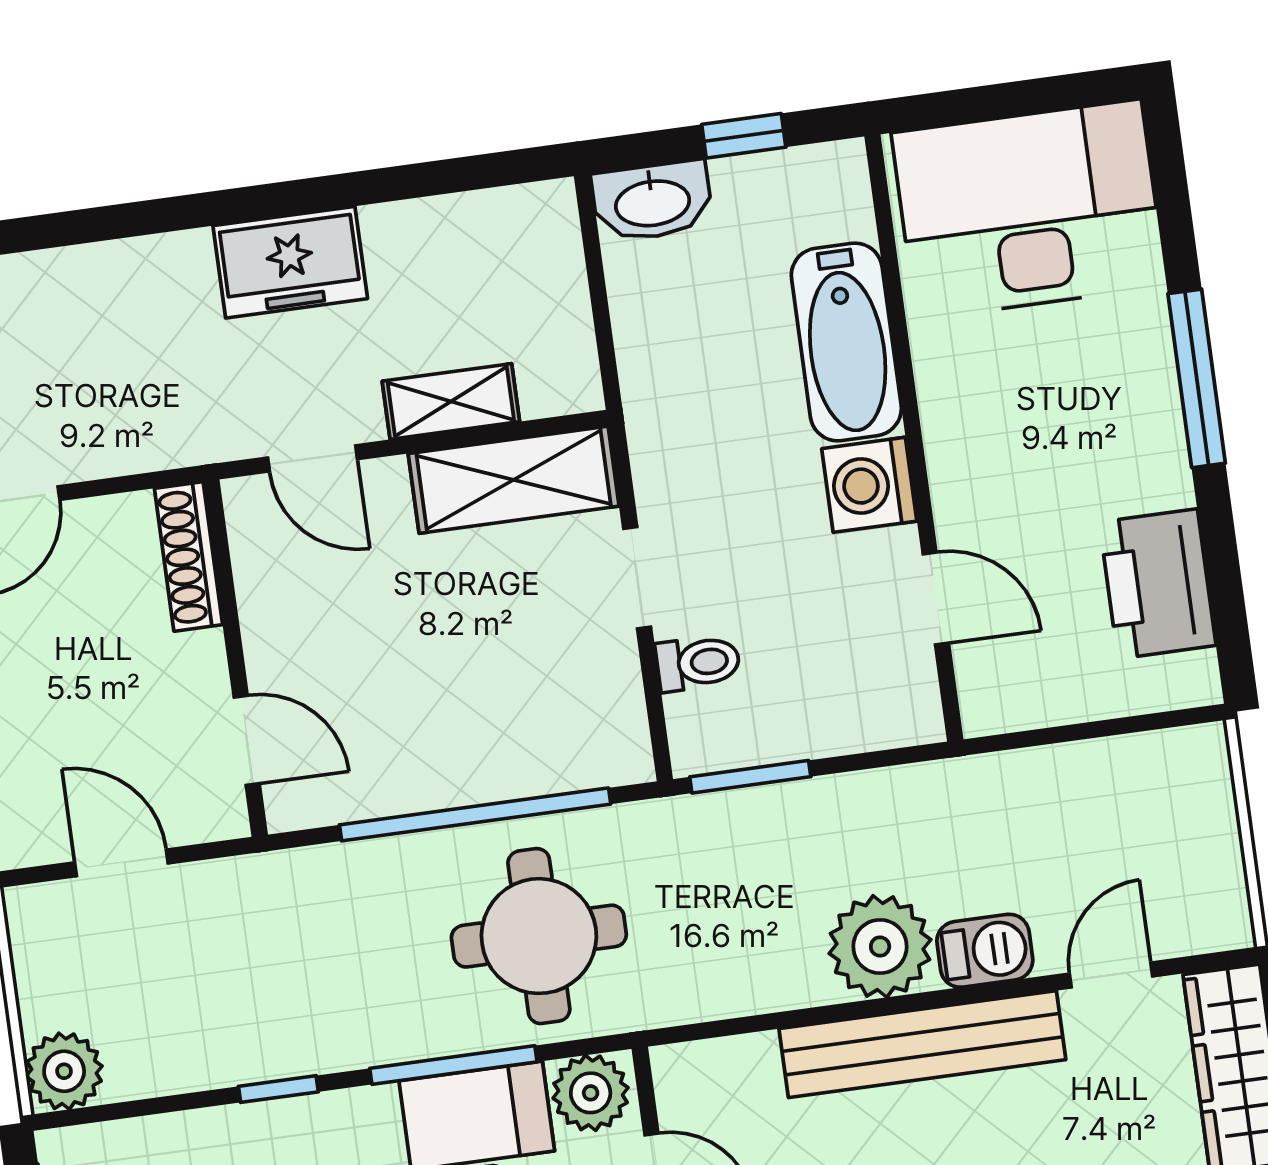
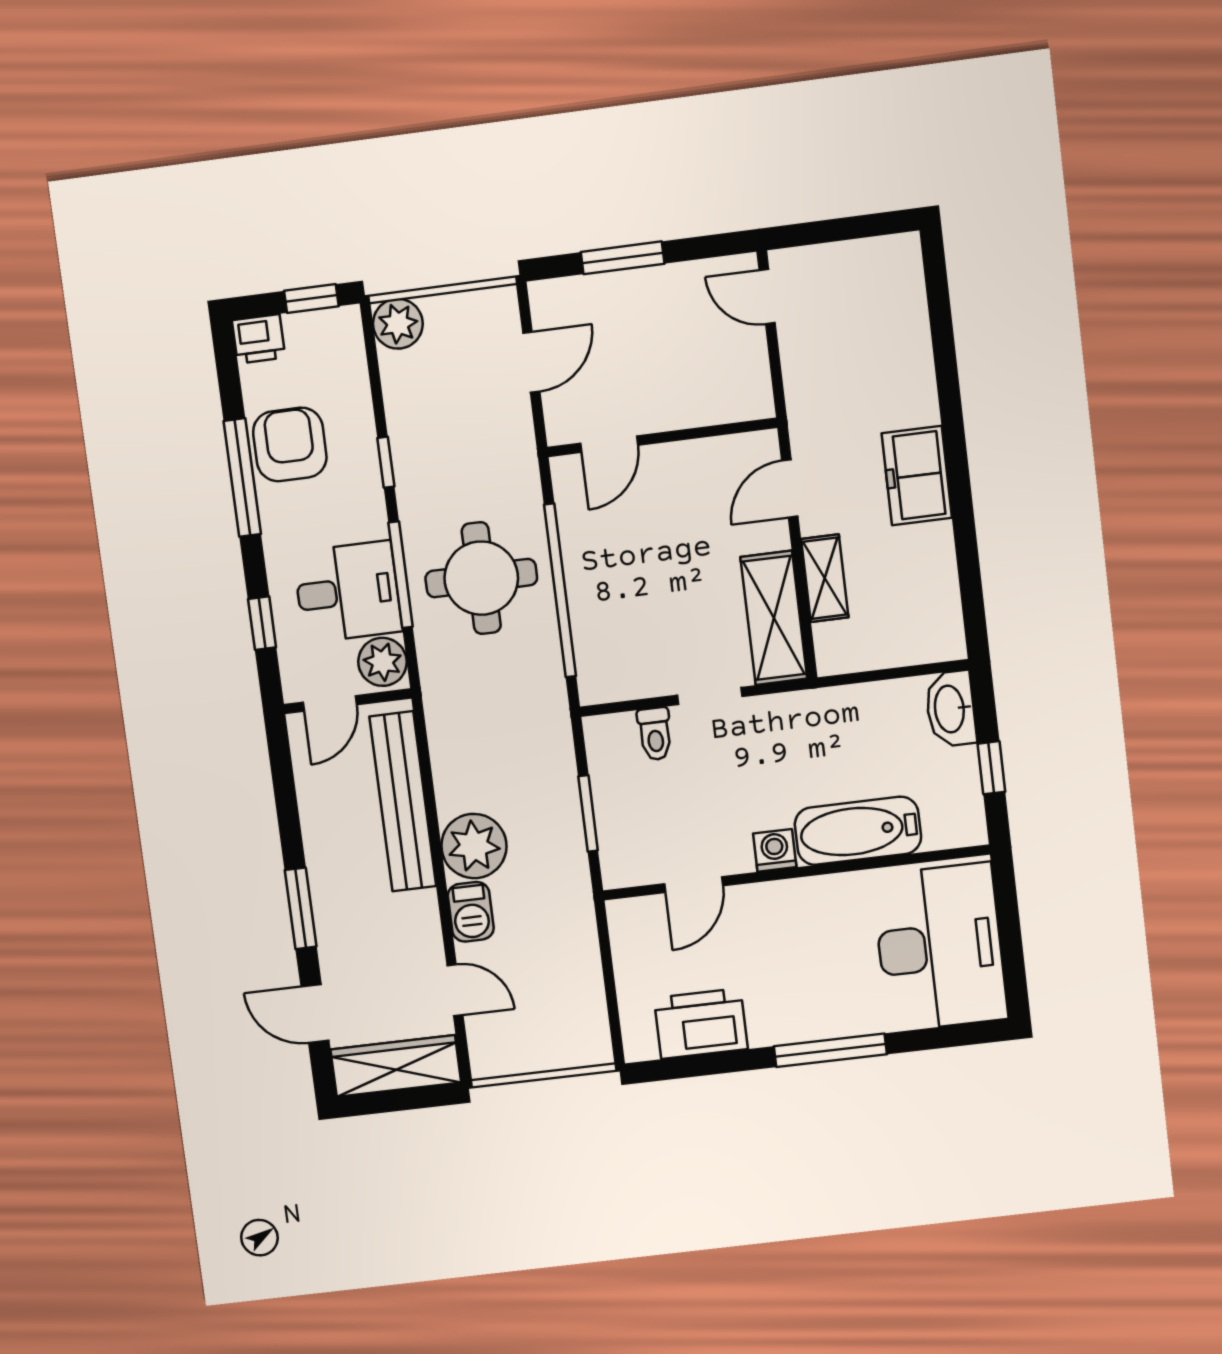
washing machine: (869, 485) -> (775, 850), width x0.73, depth x0.73
shoe rack: (189, 556) -> (728, 408), removed
window: (750, 777) -> (588, 813), moved
round table: (539, 936) -> (481, 578), moved
bench: (922, 1044) -> (403, 801), moved

